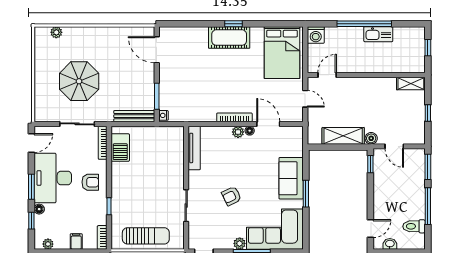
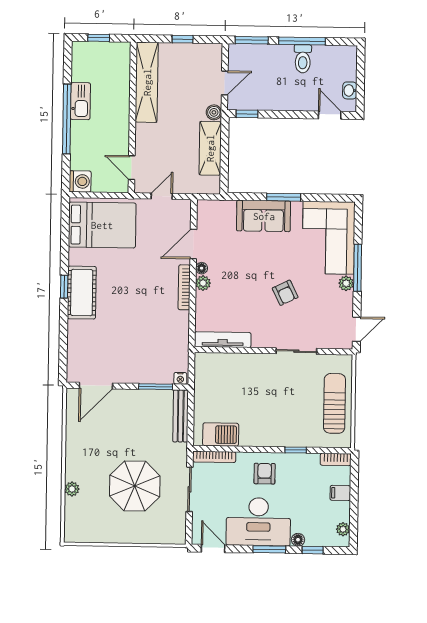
plant: (56, 32) -> (72, 489), moved
shelving: (411, 83) -> (147, 82), width x2.20, depth x1.33
toilet: (414, 226) -> (303, 59), moved

